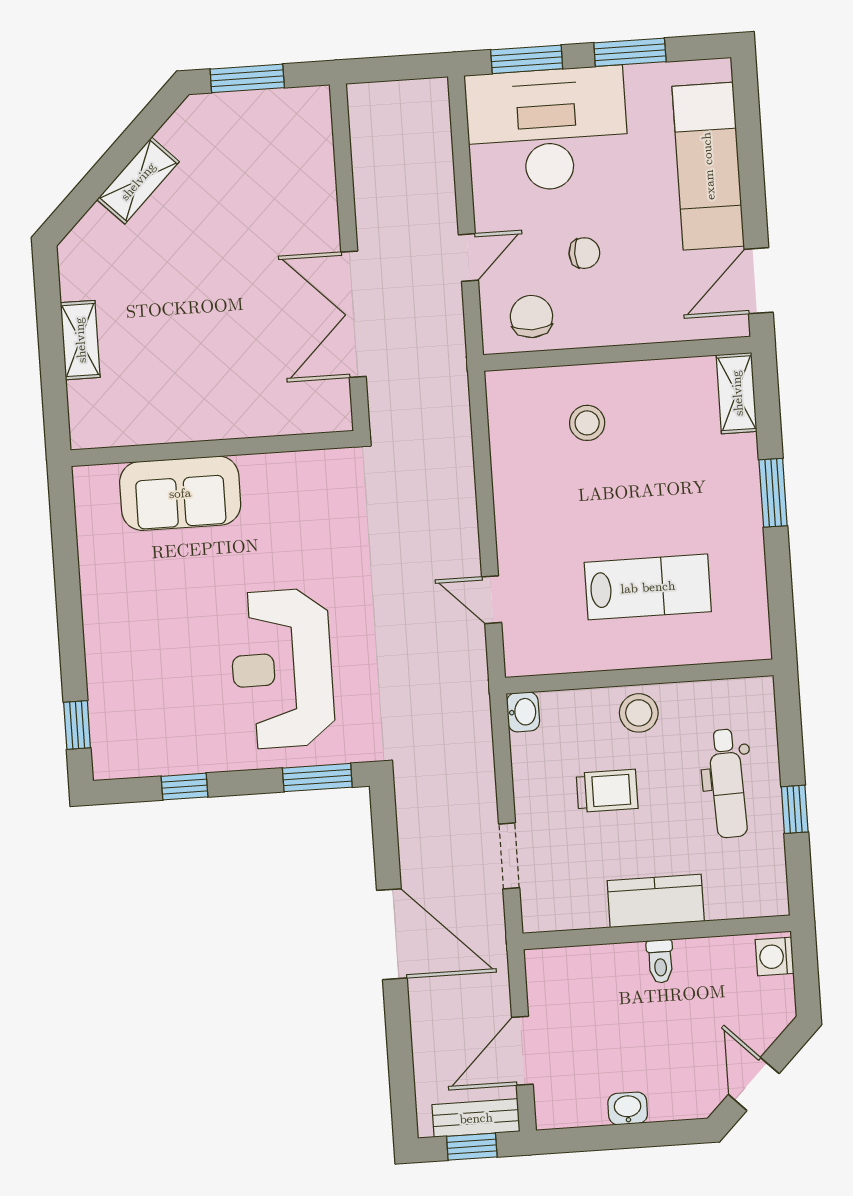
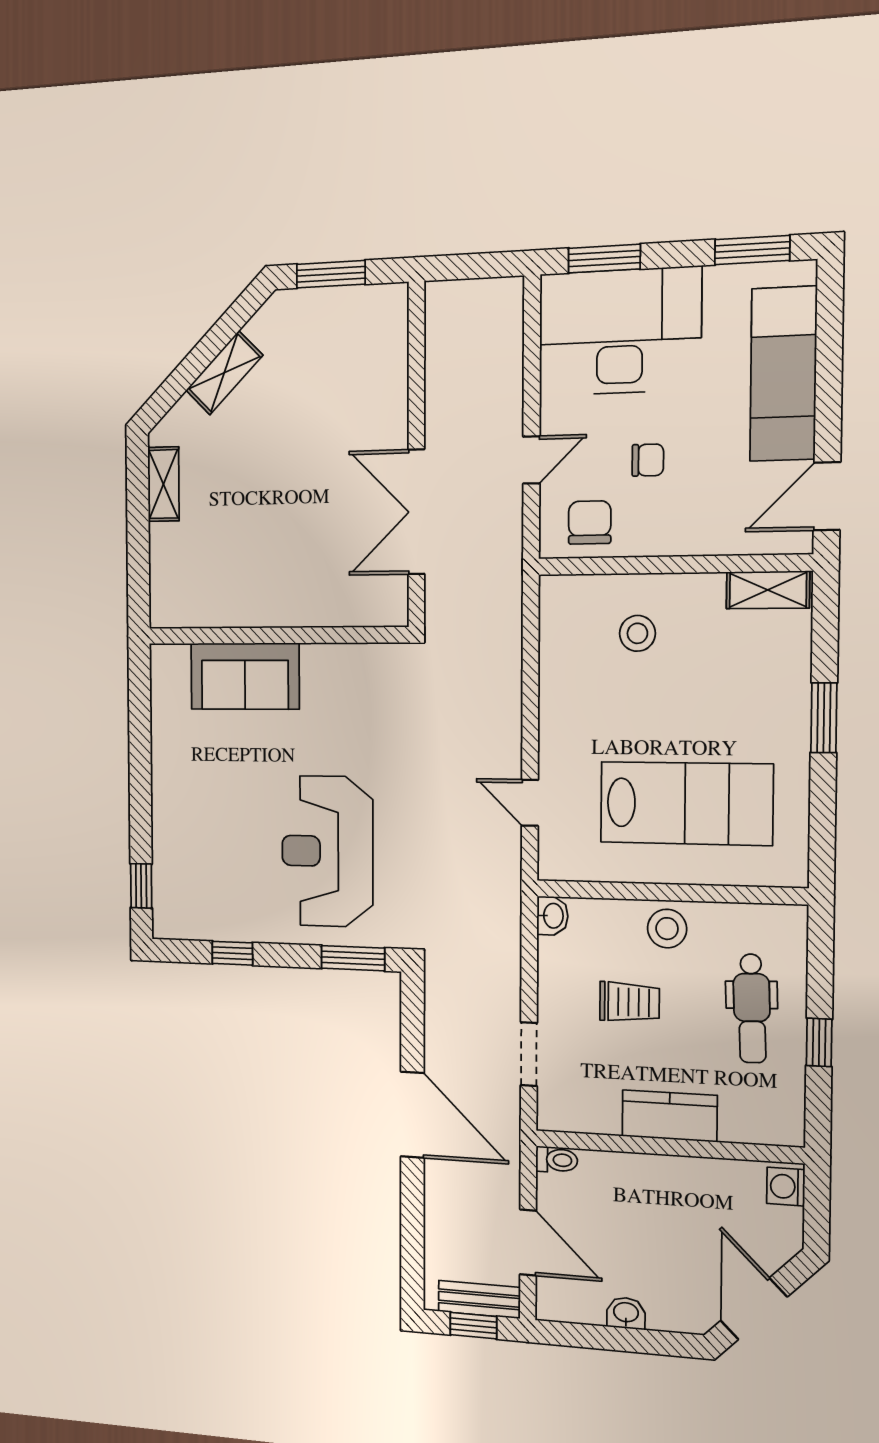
window: (630, 52) -> (752, 250), moved
shelving: (80, 340) -> (163, 484), moved
shelving: (737, 393) -> (768, 590), moved, turned 90
lab bench: (648, 587) -> (686, 803), width x1.36, depth x1.39
toilet: (660, 961) -> (557, 1160), moved, turned -90
door: (522, 1051) -> (528, 1243), swing flipped
door: (754, 1084) -> (754, 1309), width x1.37

